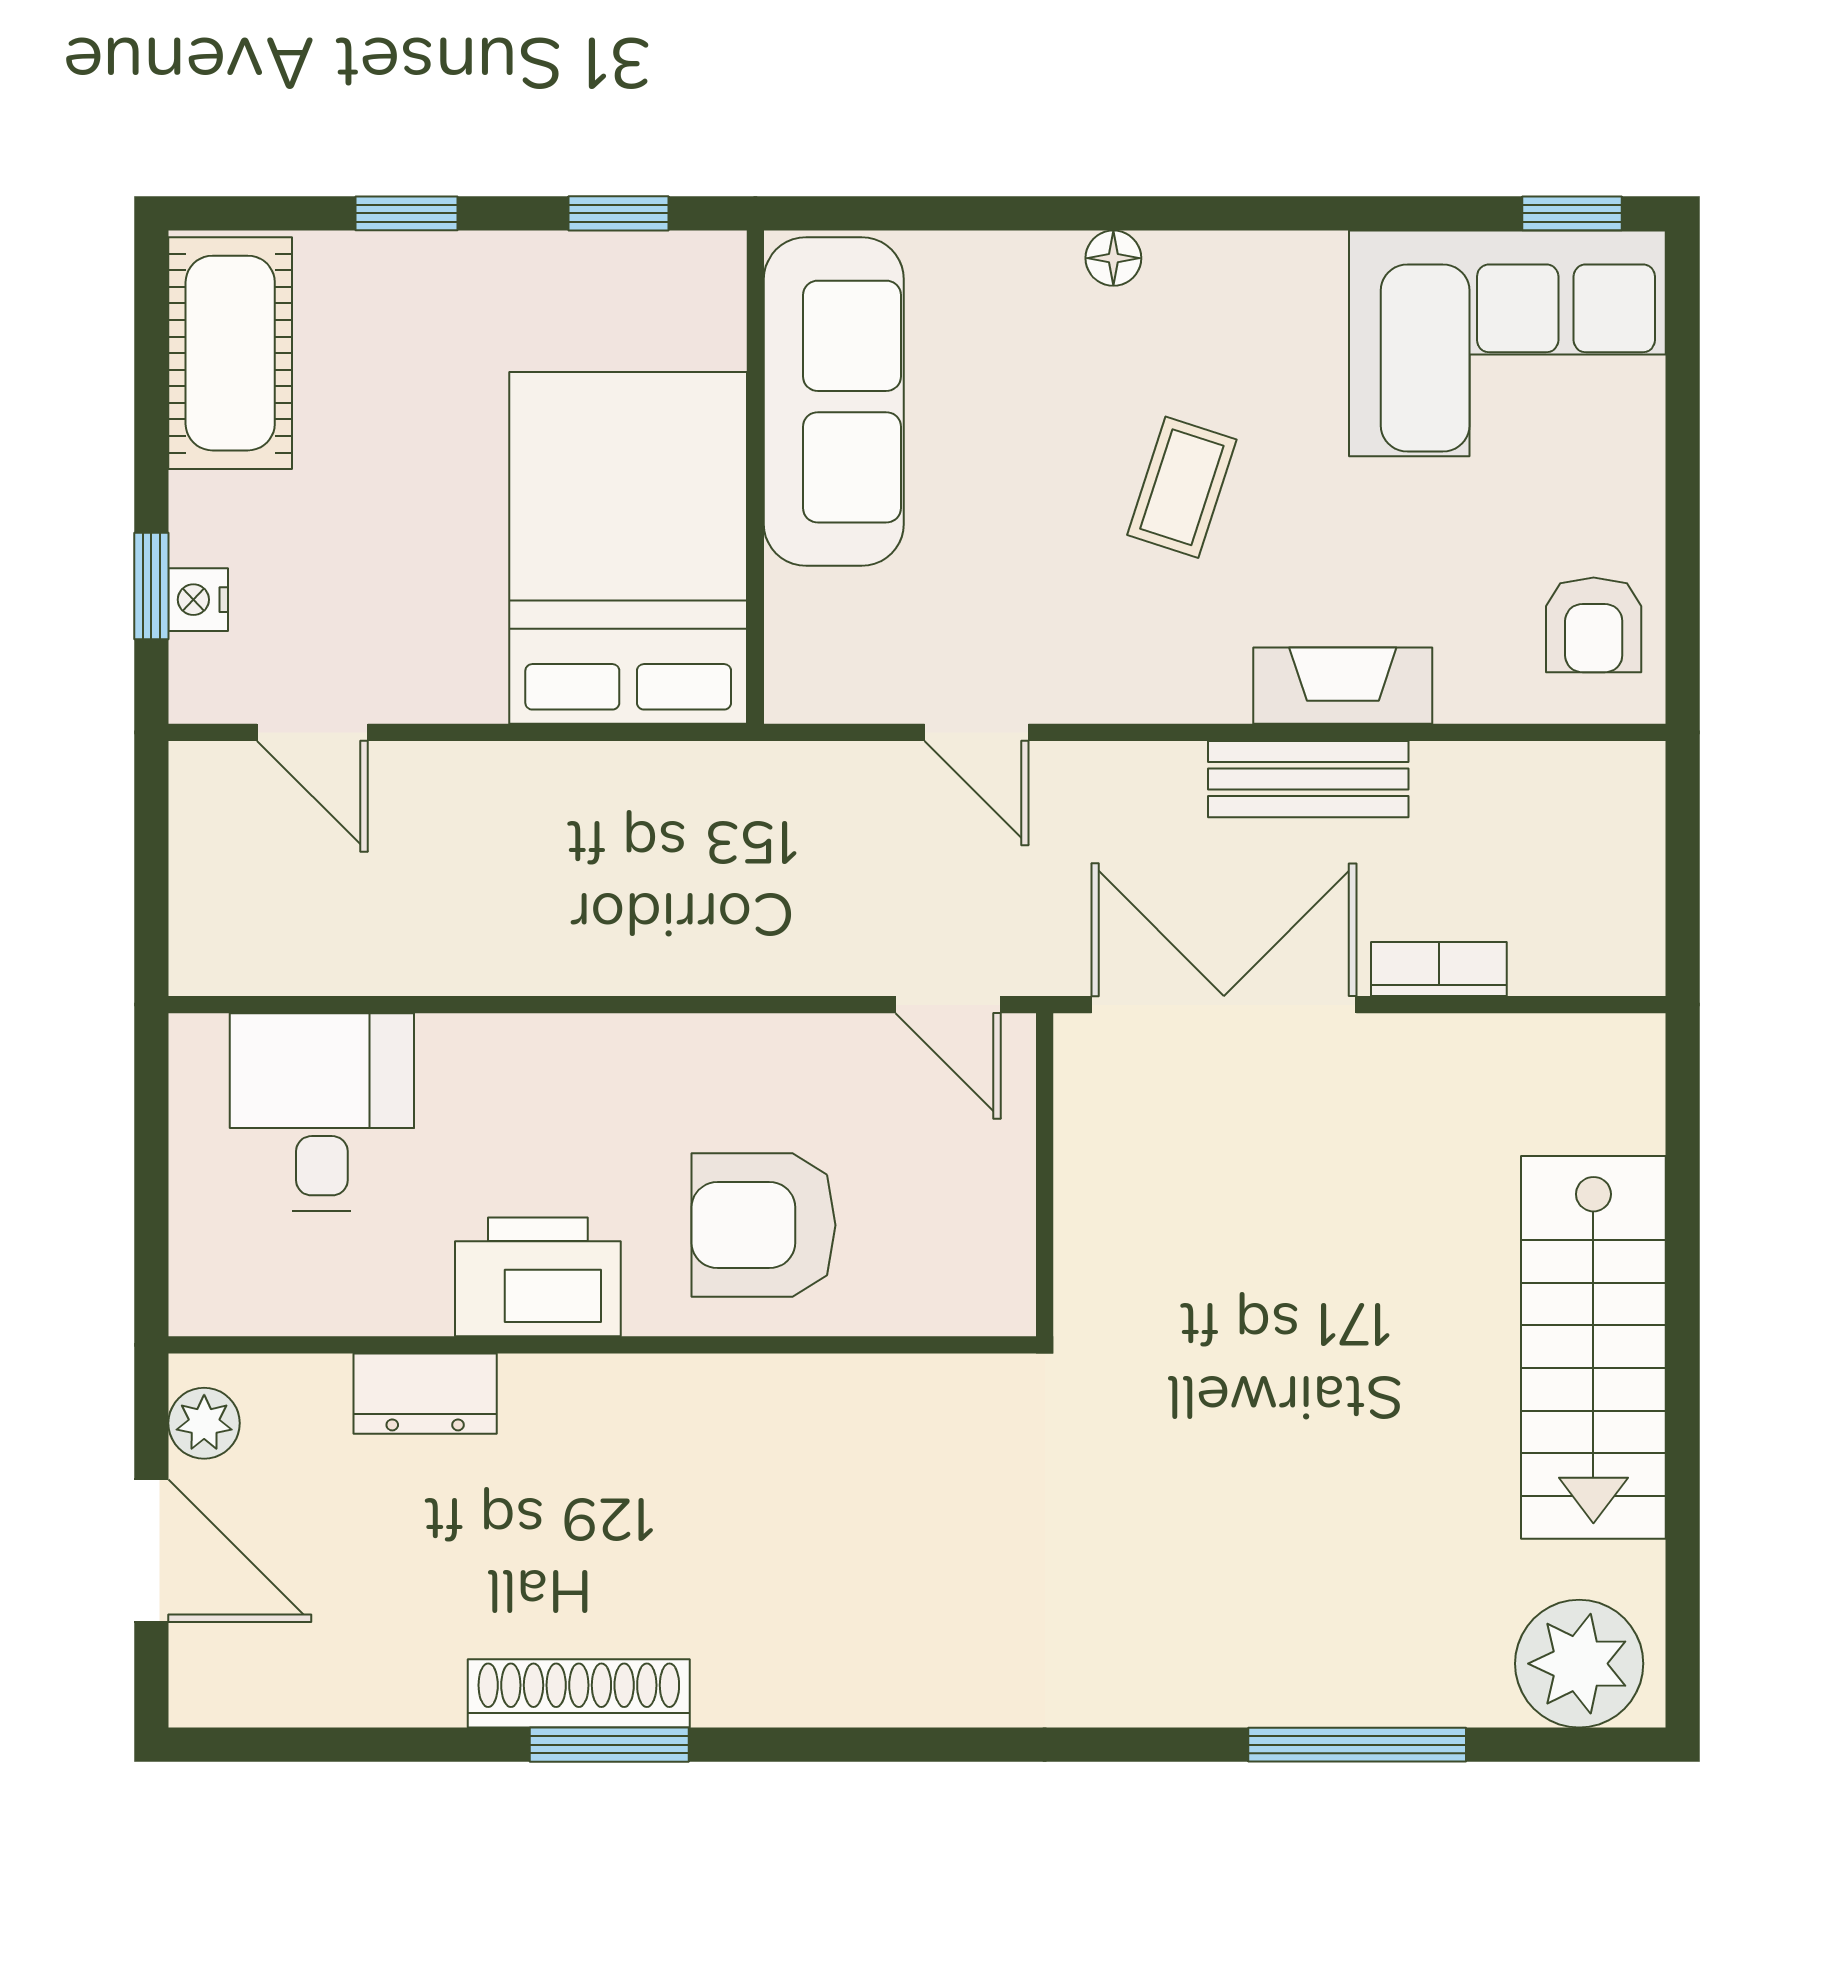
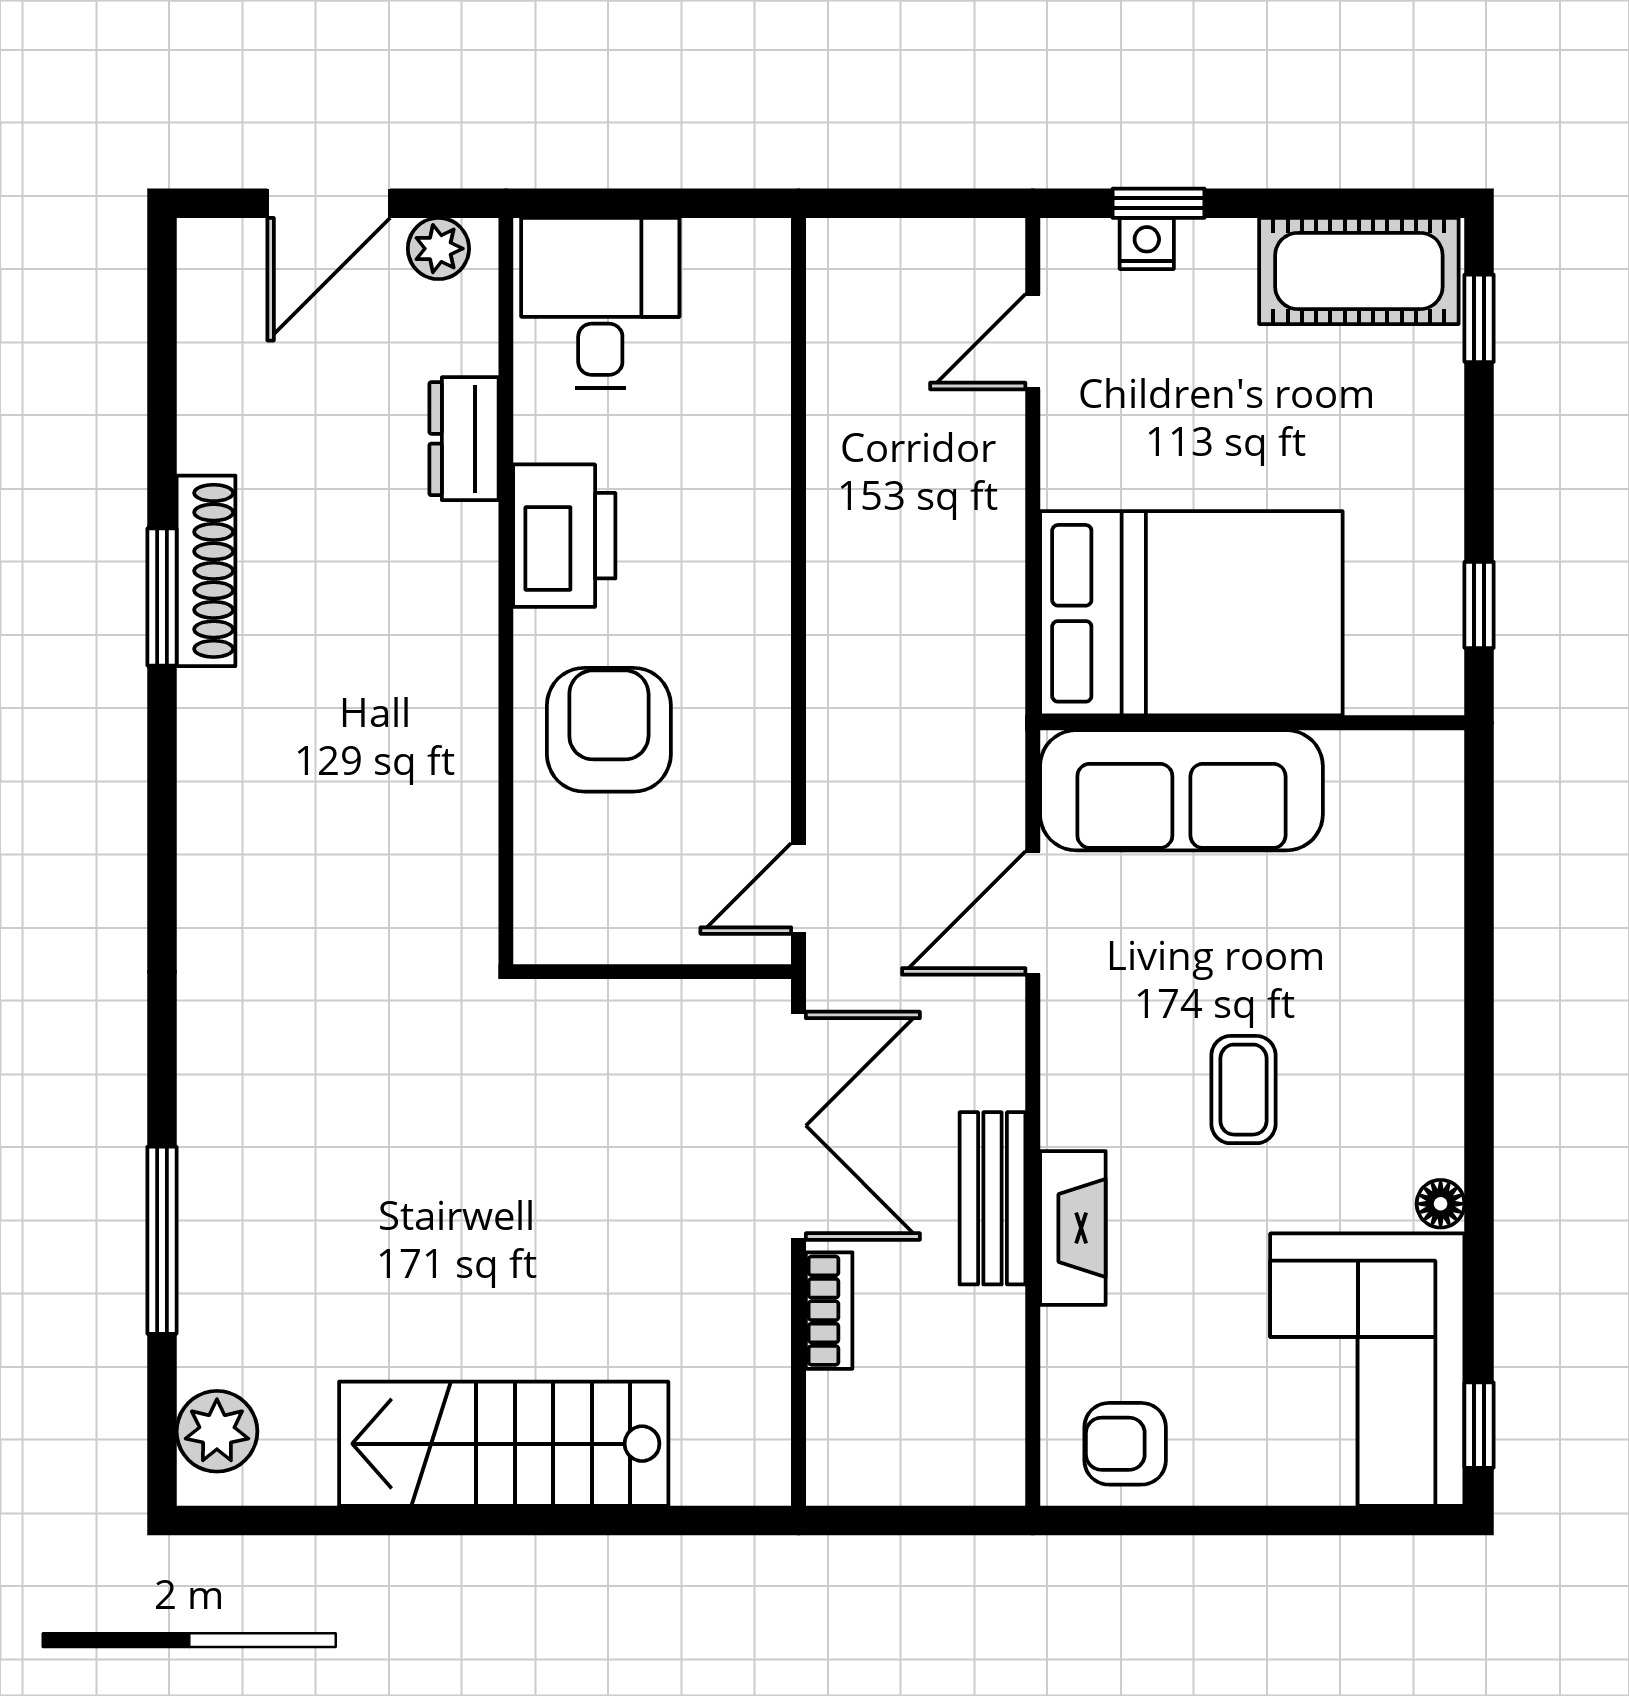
window: (407, 213) -> (1479, 318), moved
floor lamp: (1113, 258) -> (1441, 1204), moved
sofa: (834, 402) -> (1181, 790), moved
coffee table: (1182, 487) -> (1244, 1090), turned 72
door: (977, 732) -> (1033, 913), width x1.38
desk: (322, 1112) -> (600, 303), moved, turned -90
plant: (1579, 1664) -> (217, 1431), width x0.73, depth x0.73

